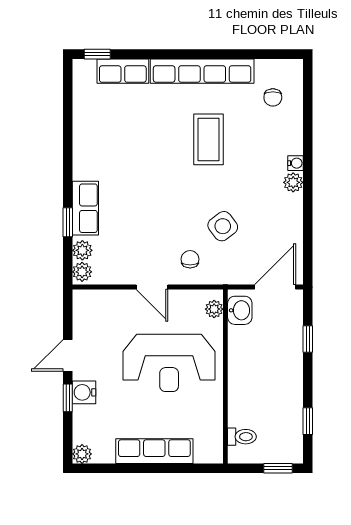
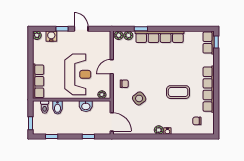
row of seats: (123, 71) -> (209, 43), moved
row of seats: (85, 208) -> (160, 37), width x2.02
washbasin: (240, 310) -> (86, 106), moved
reception desk: (169, 363) -> (78, 74), turned 180
water cooler: (84, 392) -> (51, 36), moved
bidet: (243, 408) -> (57, 107), added
row of seats: (154, 451) -> (38, 81), moved

